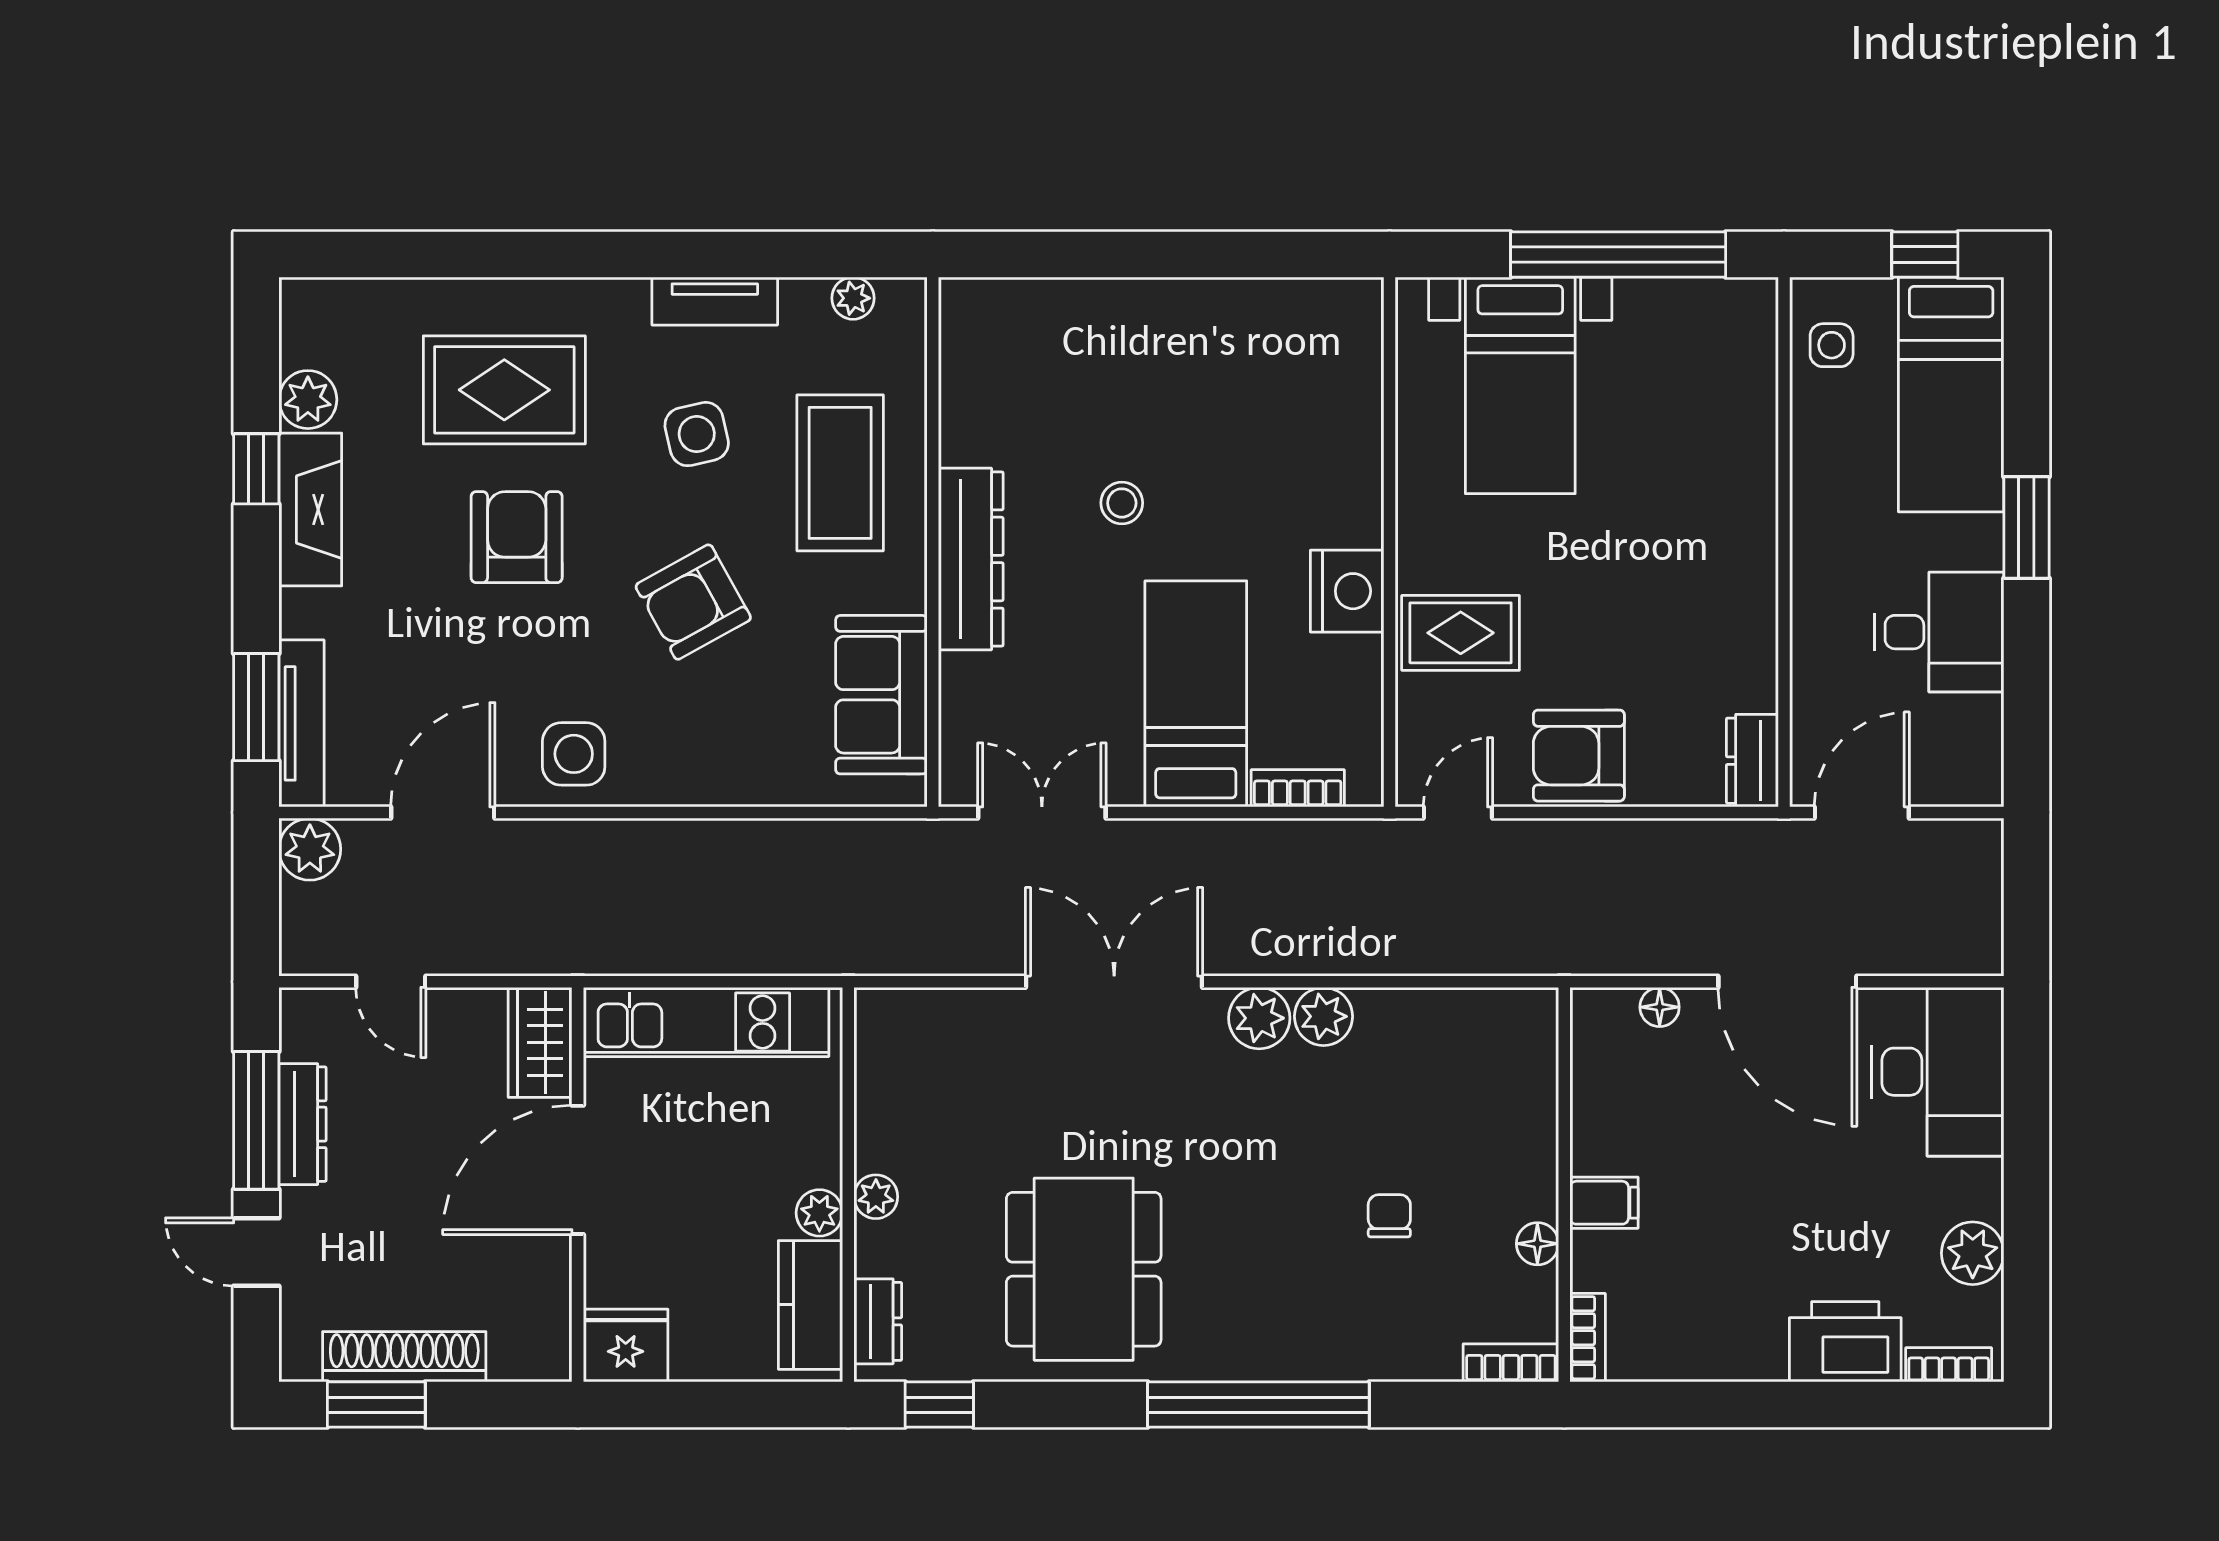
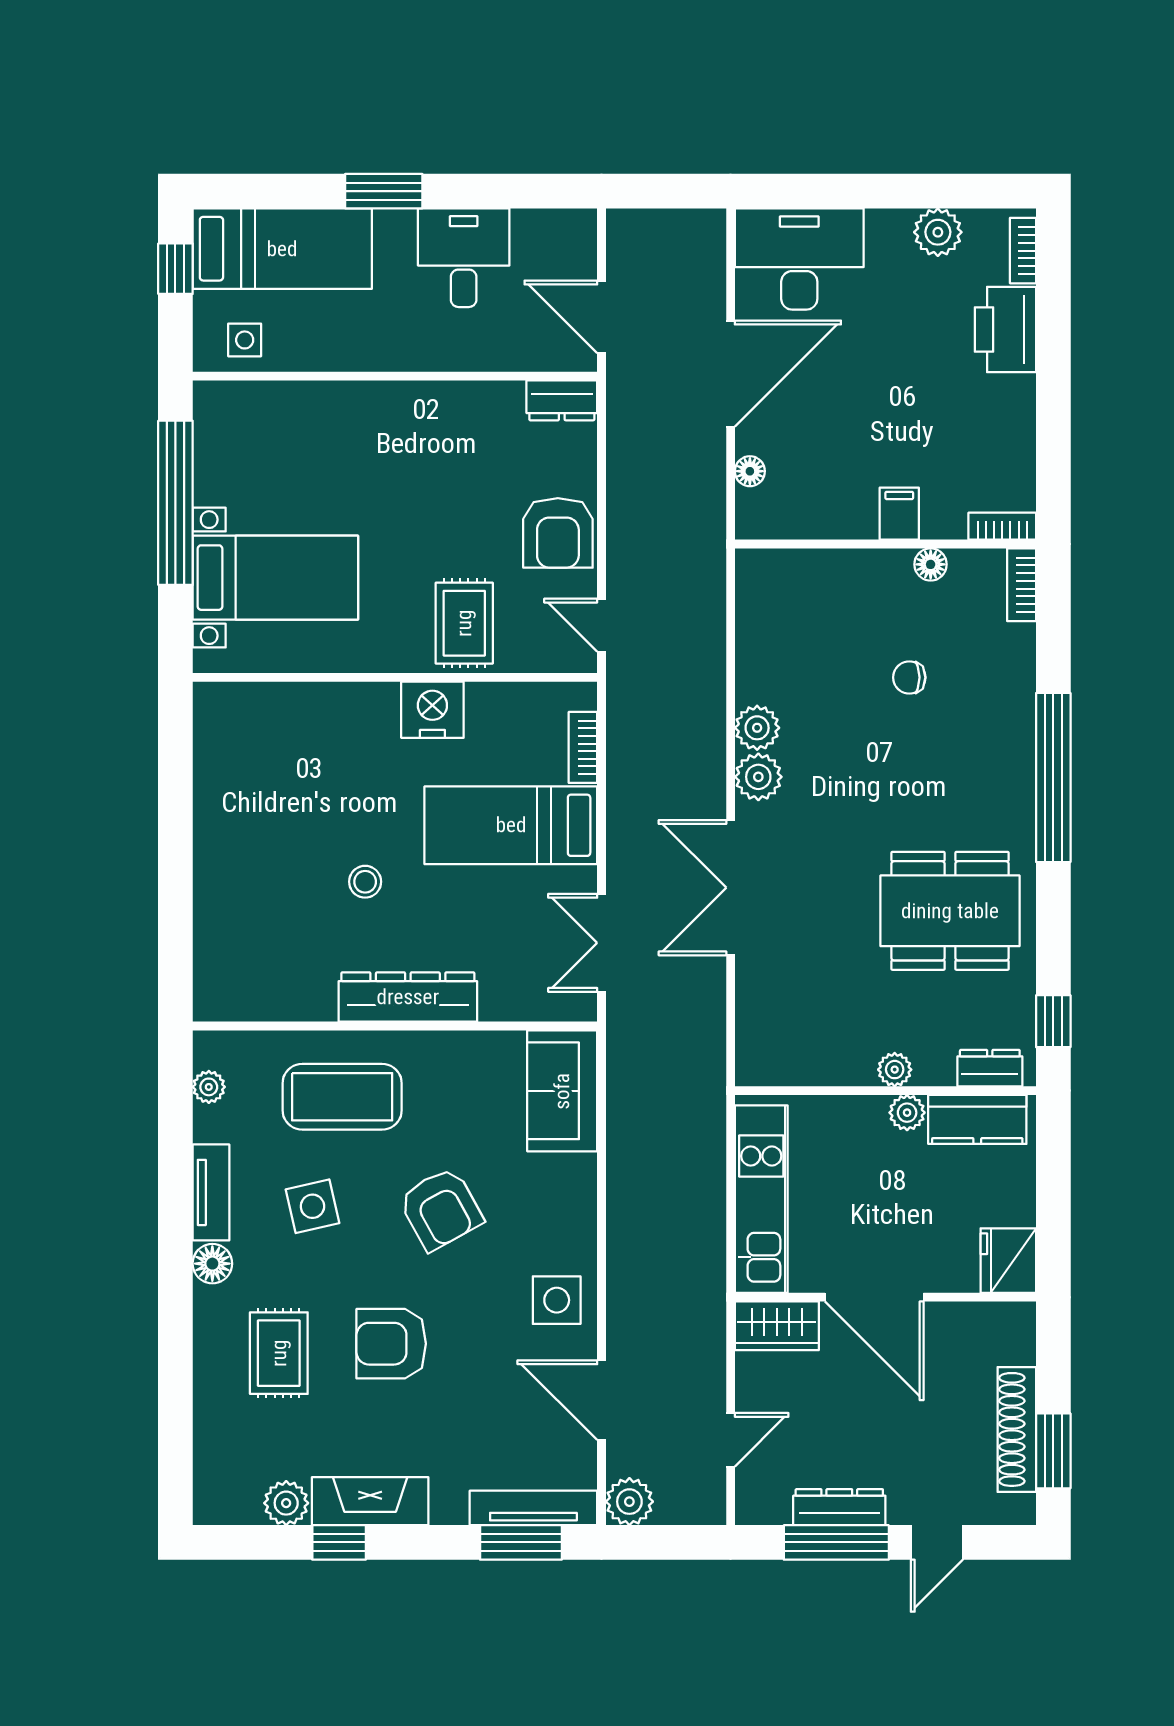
floor lamp: (622, 303) -> (212, 1264), added
rug: (504, 390) -> (279, 1353), width x0.73, depth x0.70
sofa: (881, 695) -> (562, 1091), moved, turned 90

